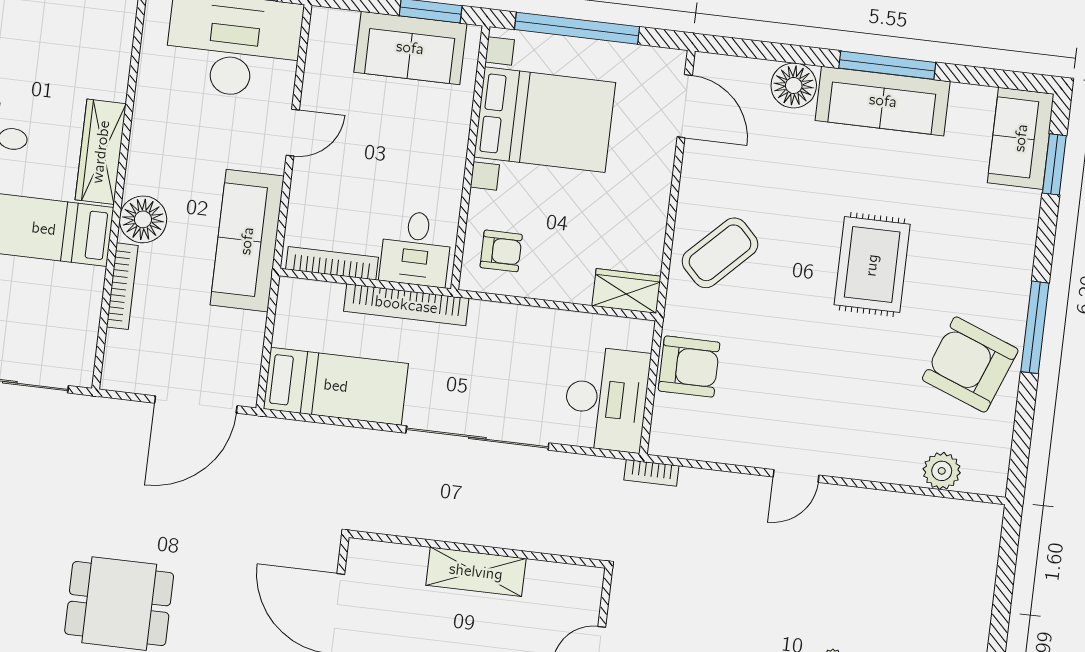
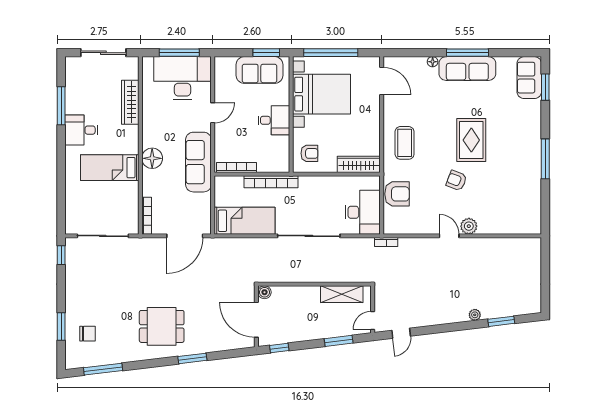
floor lamp: (794, 85) -> (433, 62), width x0.53, depth x0.53
wardrobe: (101, 152) -> (130, 102), moved
desk: (416, 249) -> (274, 120), moved, turned -90
coffee table: (720, 253) -> (405, 143), turned -45
bookcase: (122, 286) -> (147, 216), moved
wardrobe: (626, 291) -> (359, 164), width x1.50
armchair: (970, 365) -> (456, 180), moved, width x0.53, depth x0.53
plant: (942, 471) -> (469, 226), moved
door: (796, 476) -> (449, 236), swing flipped
boiler: (362, 554) -> (264, 292), added
shelving: (476, 572) -> (342, 294), moved

